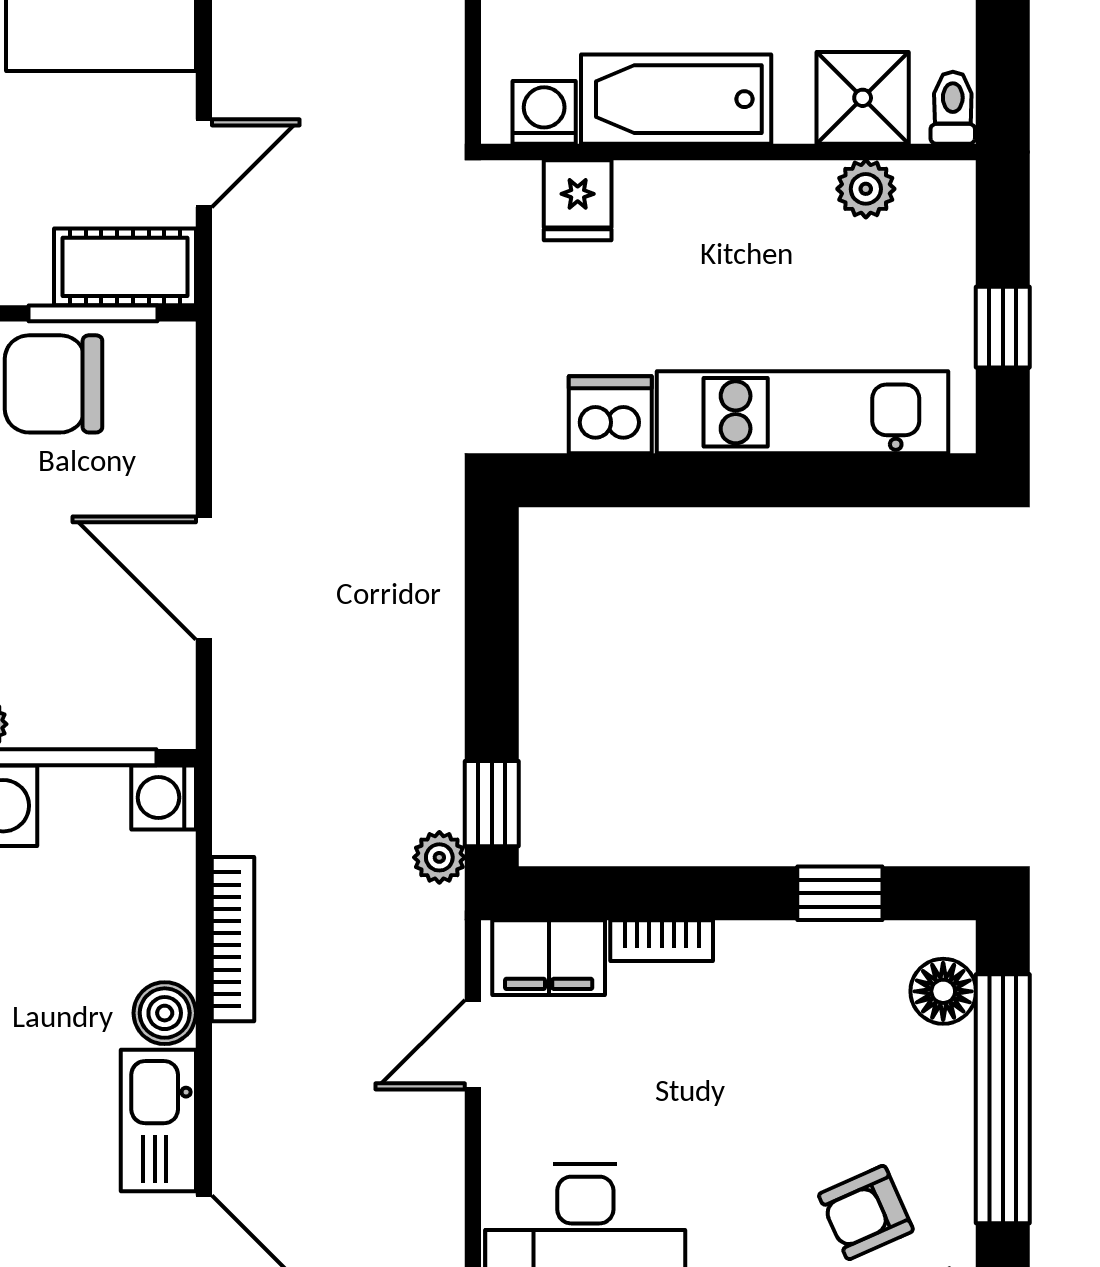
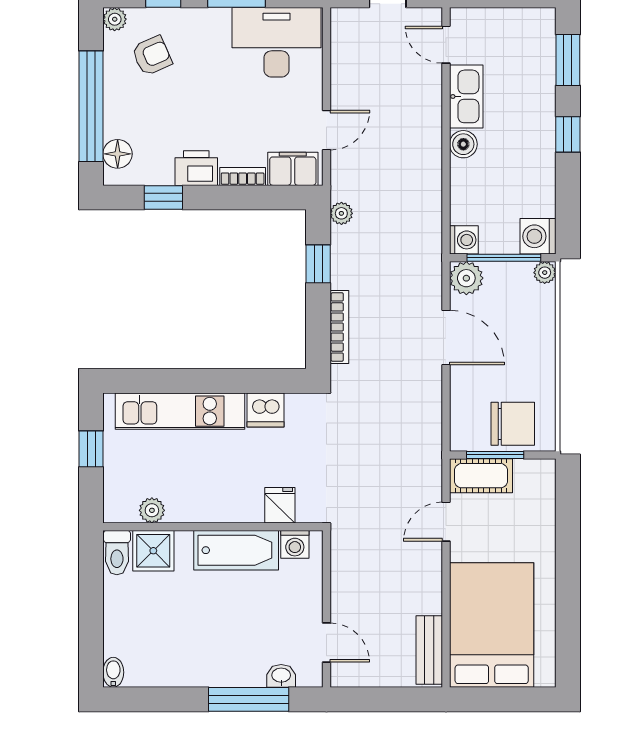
toilet: (953, 108) -> (117, 553), width x1.37, depth x1.39
plant: (158, 711) -> (466, 278), added
window: (492, 804) -> (318, 264), moved
bookcase: (233, 939) -> (339, 327), moved, turned 180
printer: (766, 959) -> (196, 168), added

